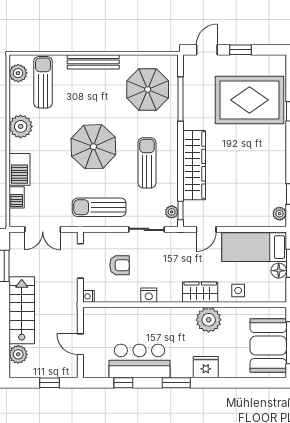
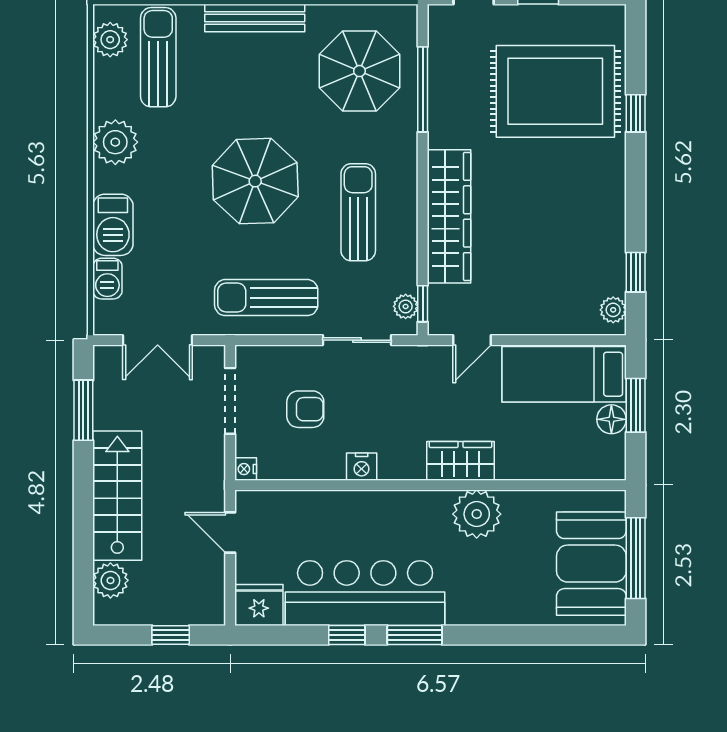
side table: (238, 290) -> (534, 458), removed
door: (80, 344) -> (230, 532), moved
bar counter: (139, 361) -> (365, 593), width x1.36
fridge: (206, 367) -> (259, 605), moved
window: (123, 383) -> (347, 635), moved

